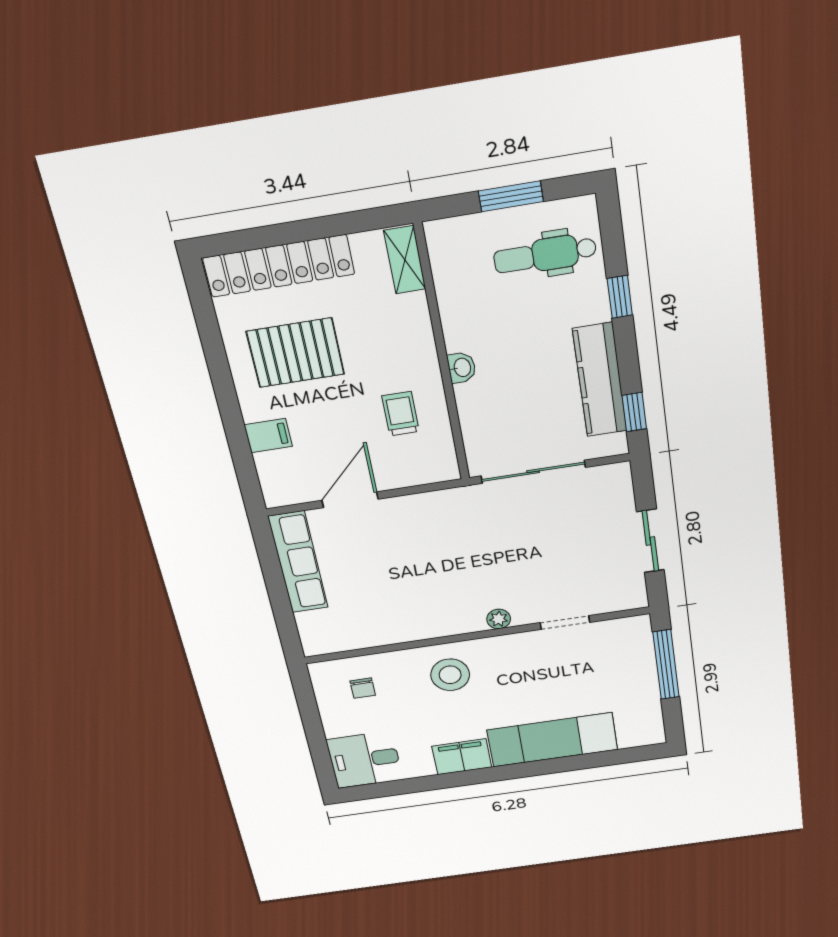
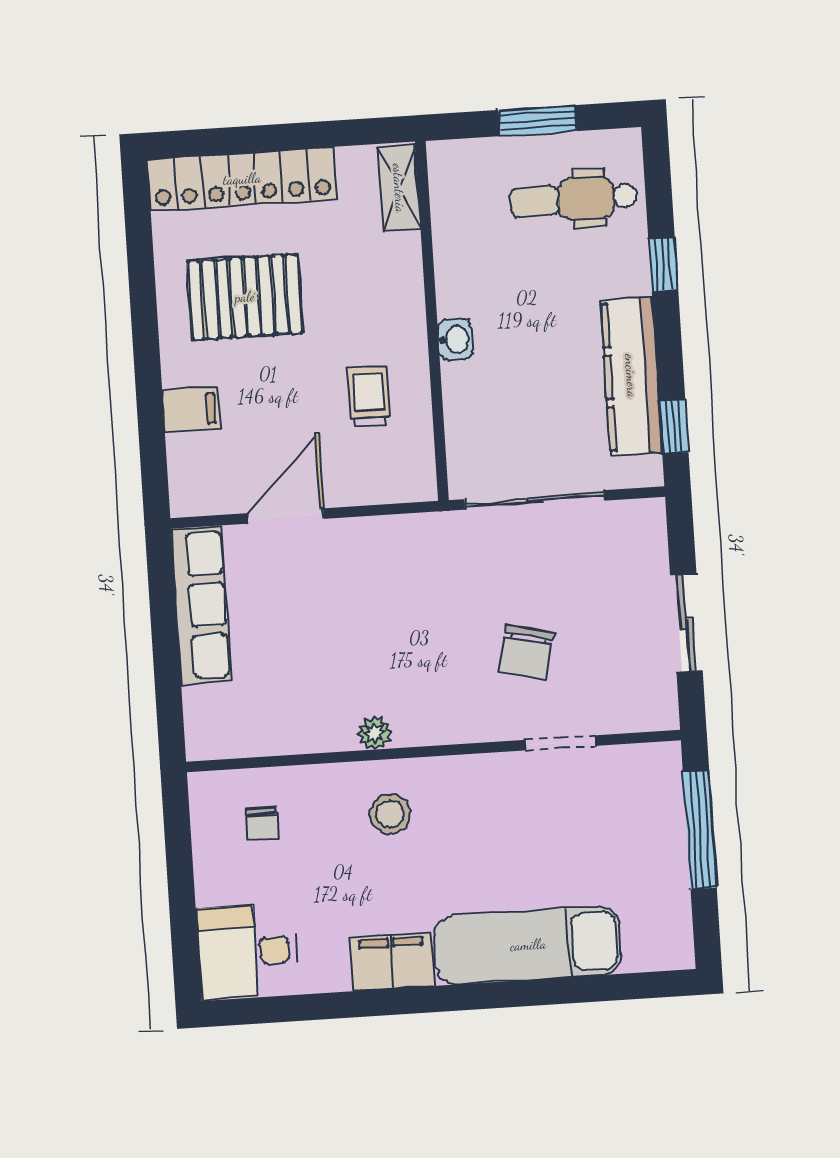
chair: (535, 570) -> (526, 652), added
plant: (499, 619) -> (375, 733), moved
stool: (450, 675) -> (390, 814), width x0.73, depth x0.73

